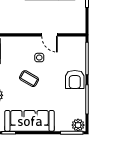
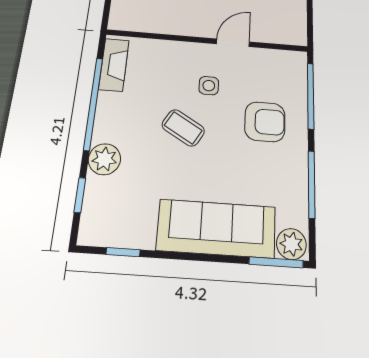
door: (50, 35) -> (233, 43), swing flipped
armchair: (75, 79) -> (265, 122), moved, turned -90
sofa: (30, 121) -> (217, 228), moved

